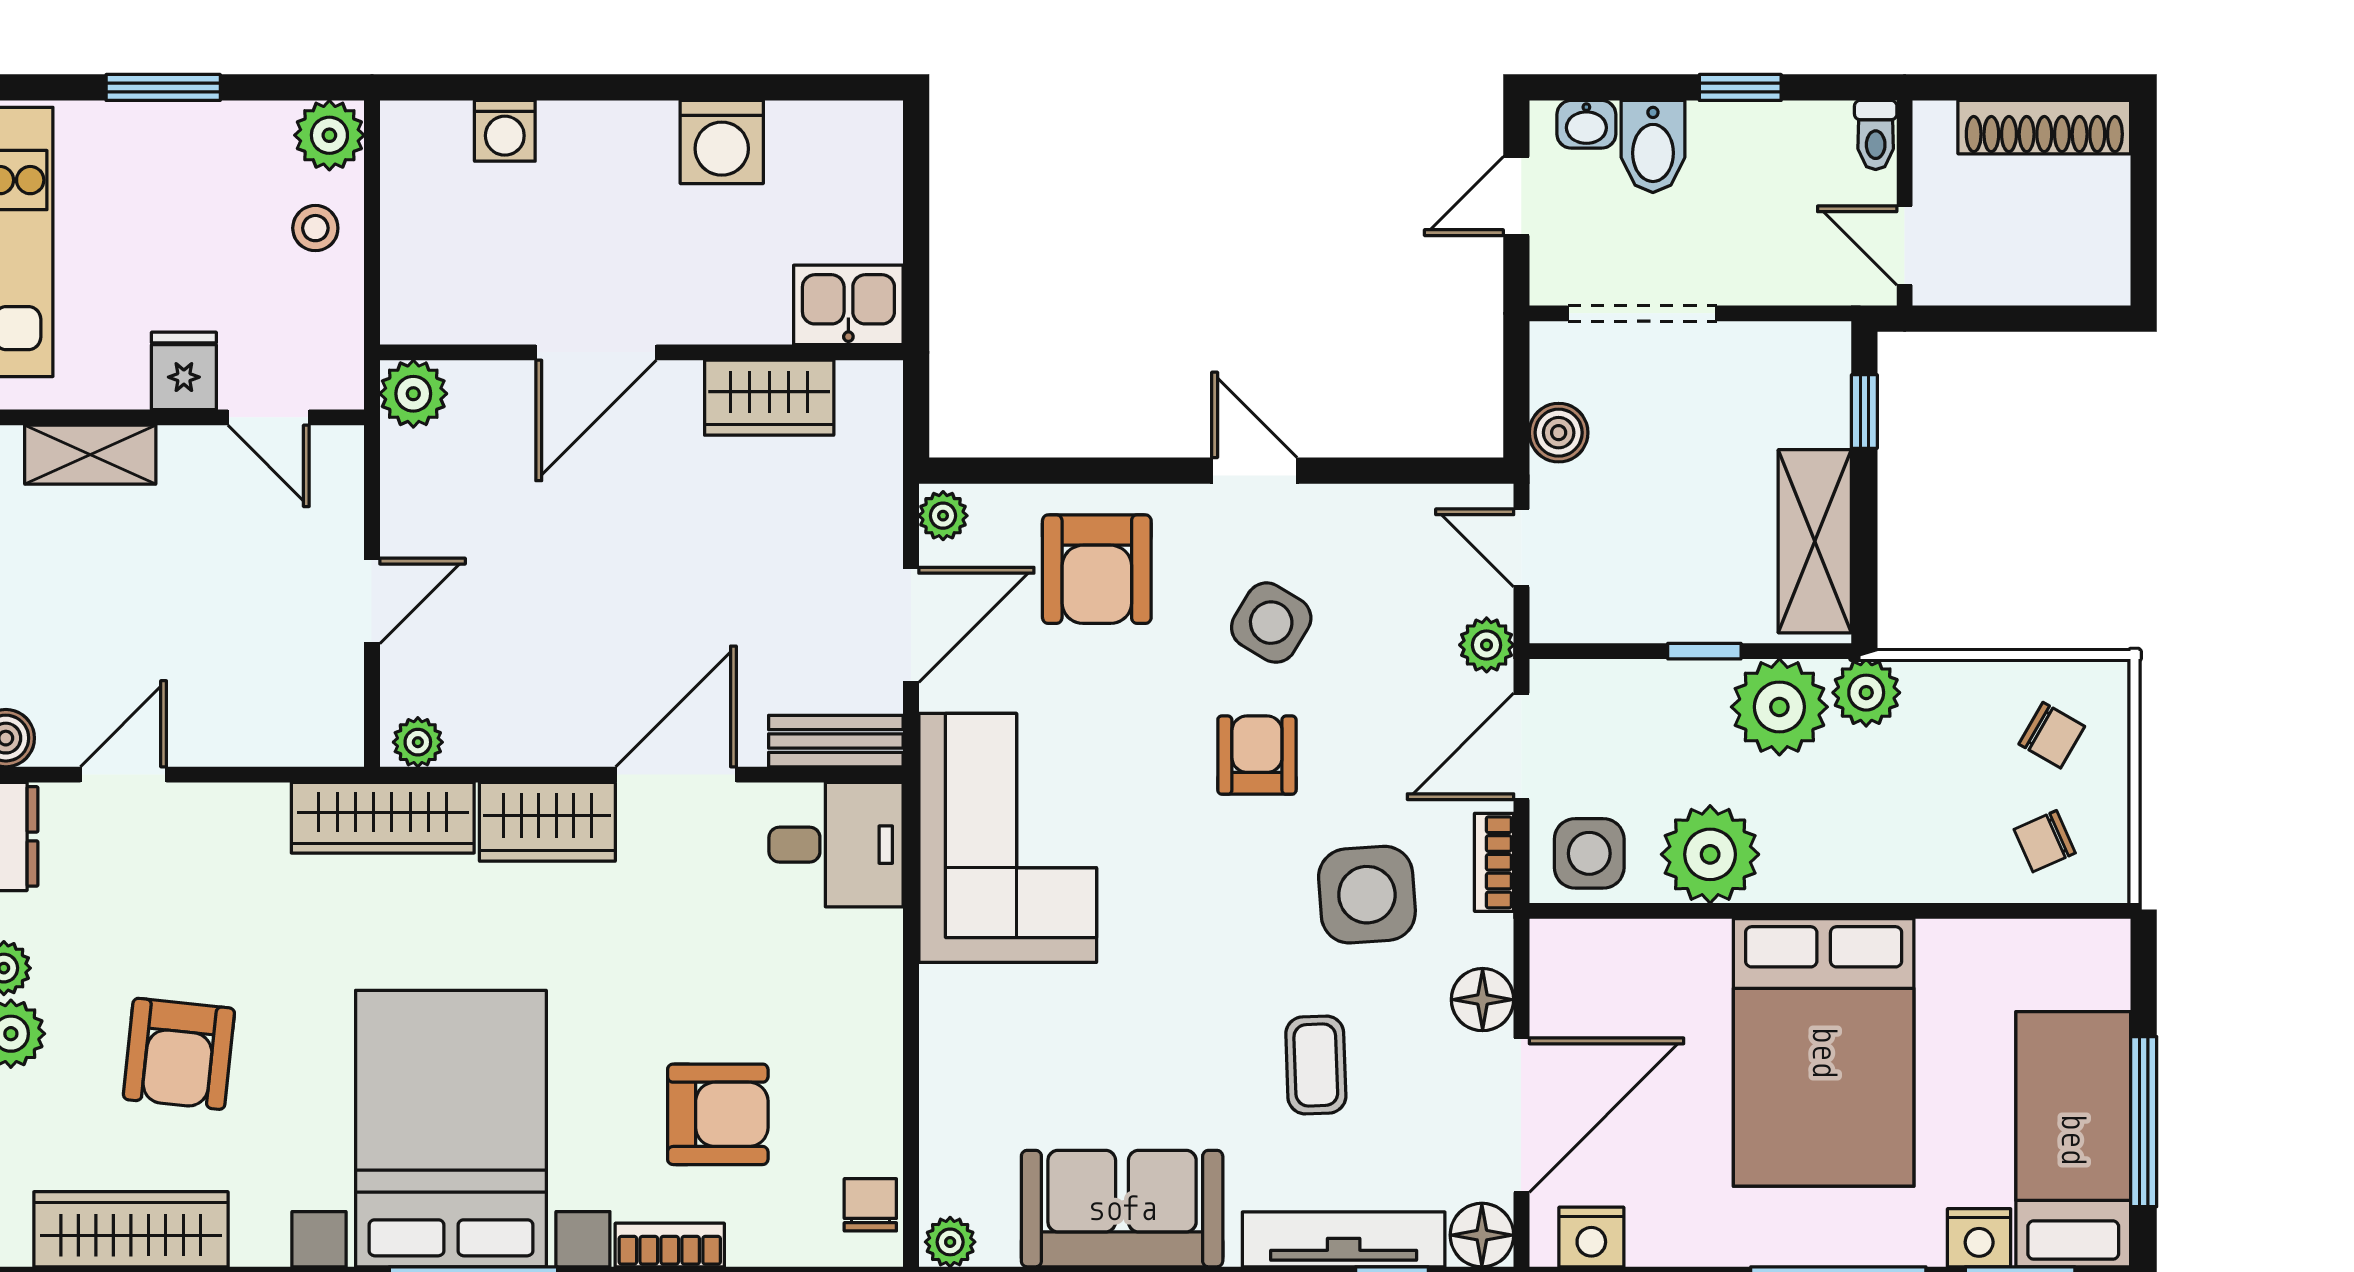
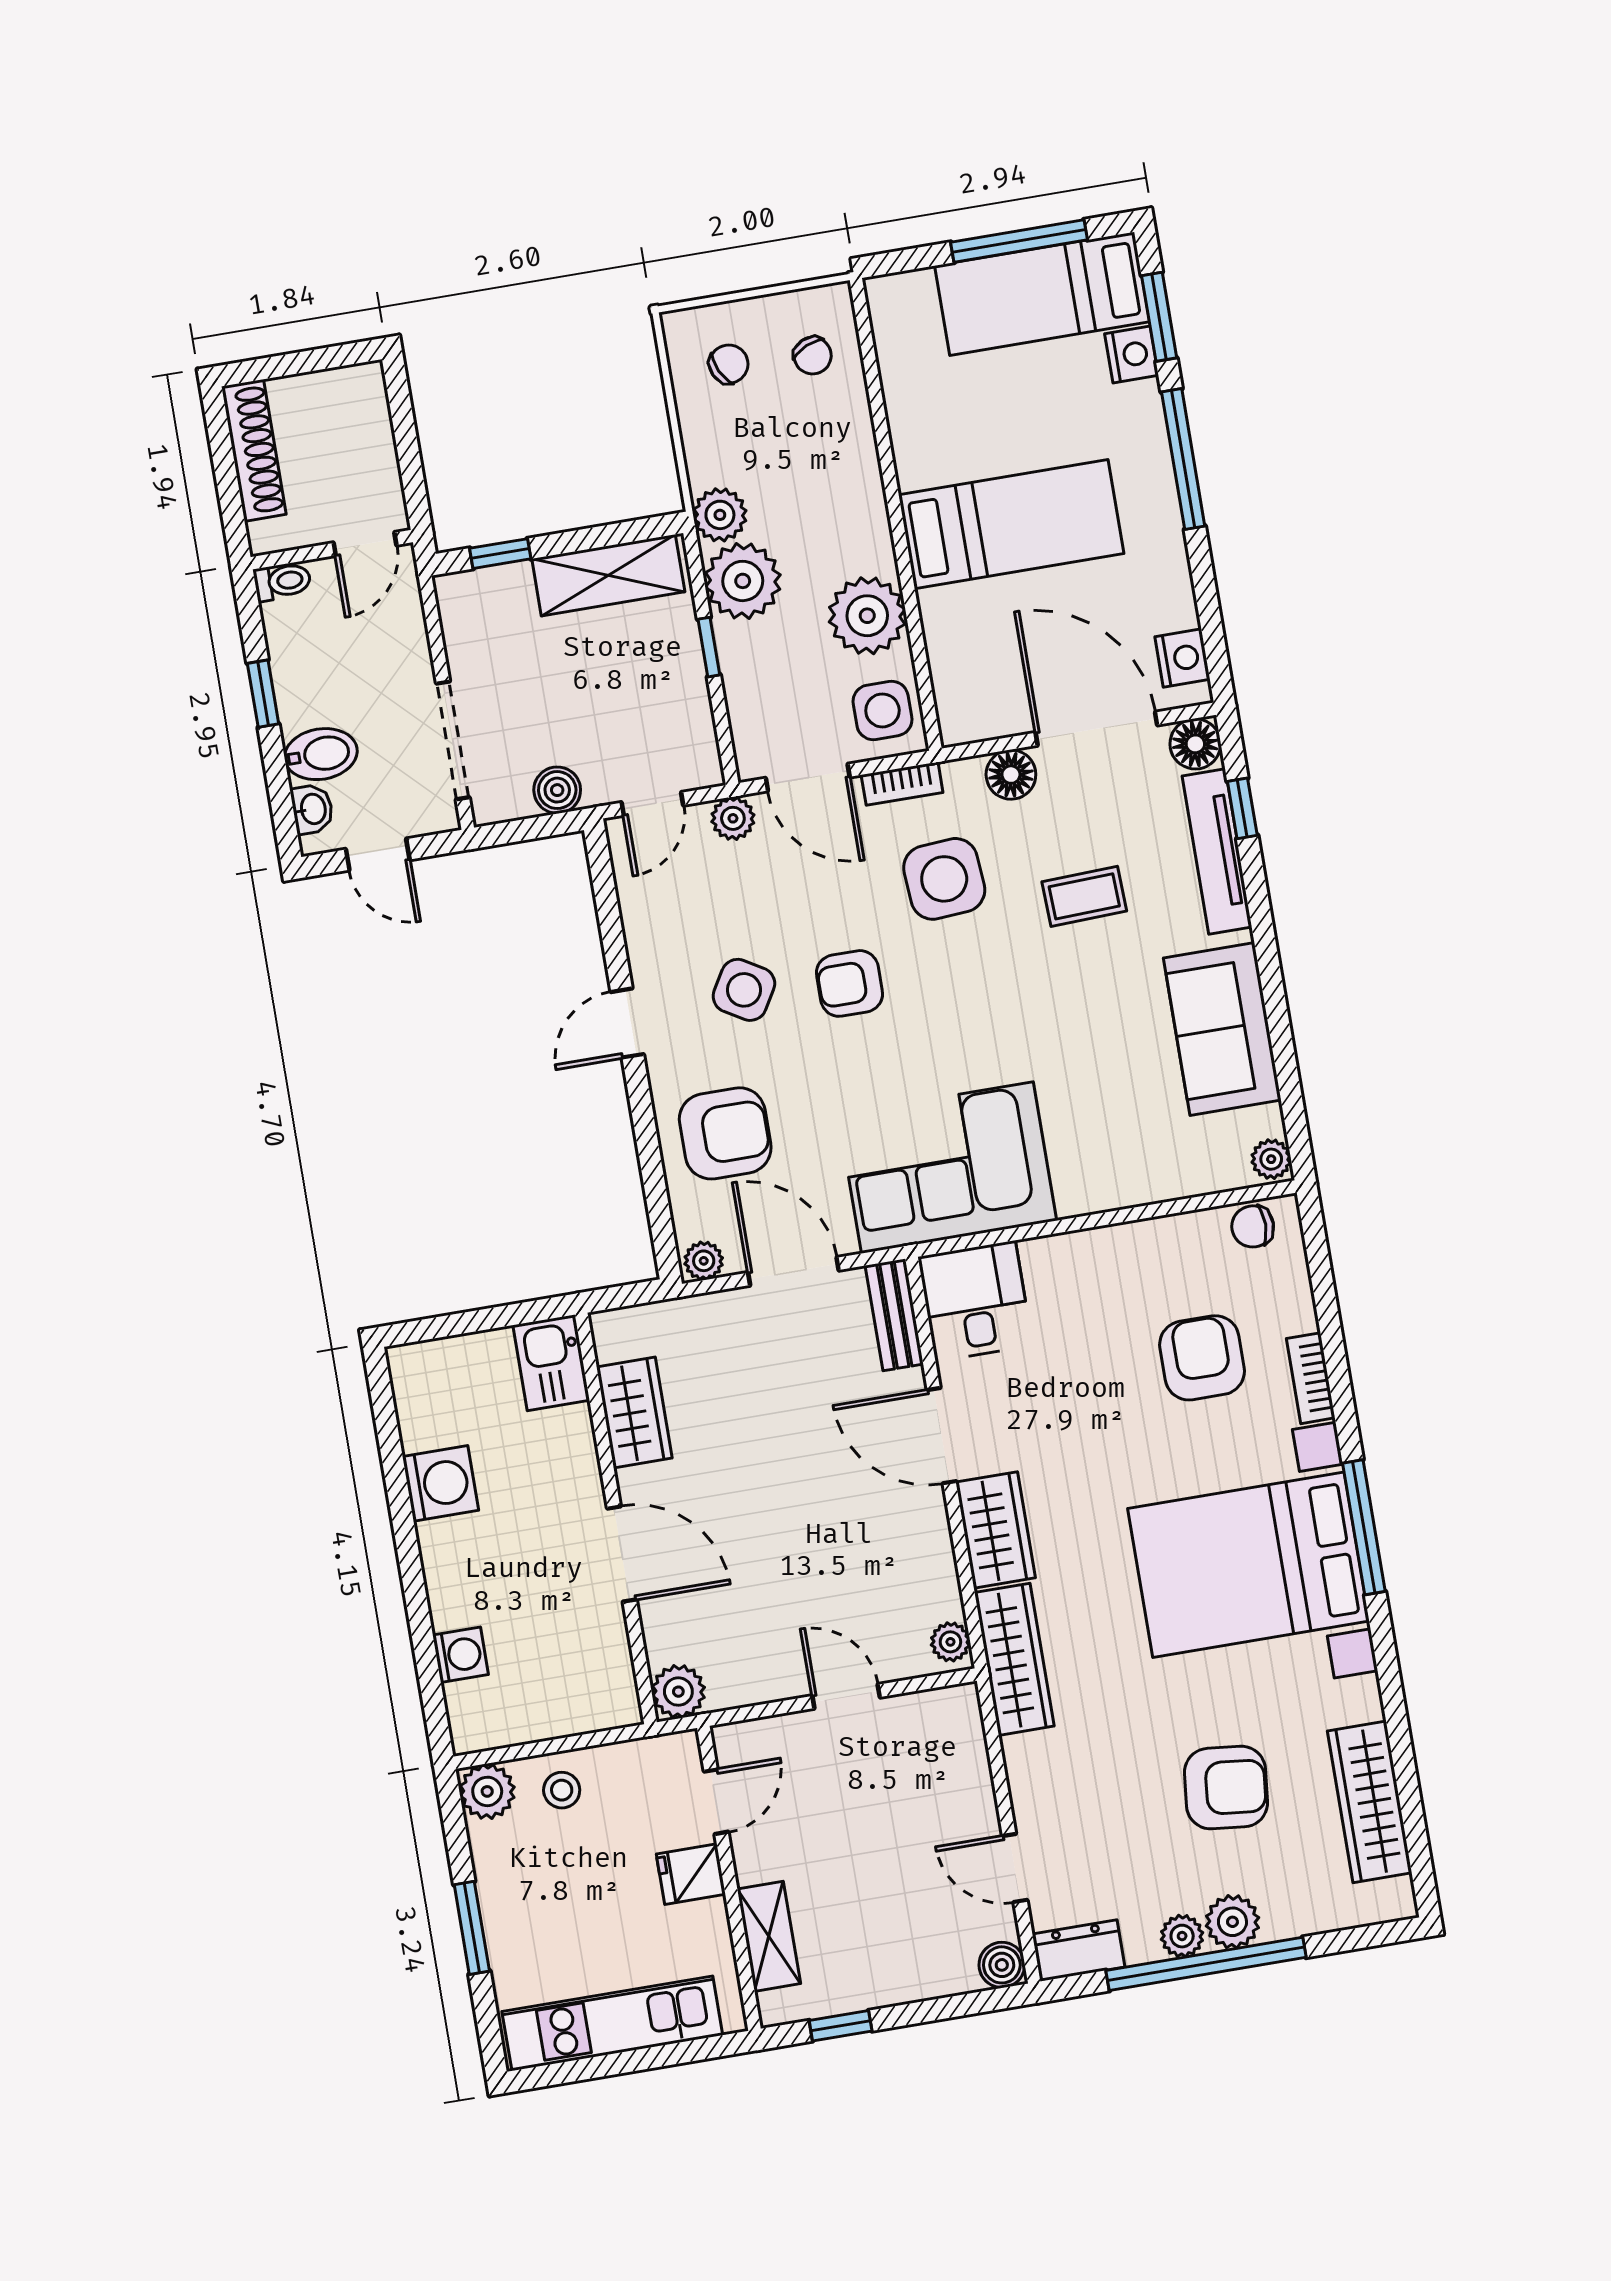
chair: (2052, 735) -> (729, 364), turned 34
bed: (1824, 1052) -> (1011, 524), width x0.67

